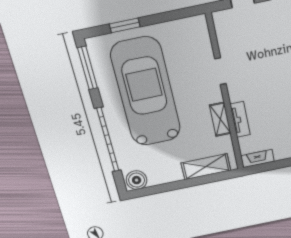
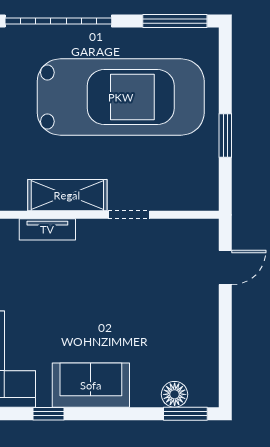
window: (125, 25) -> (225, 136), moved
shelving: (220, 119) -> (67, 195), width x1.50, depth x1.33

